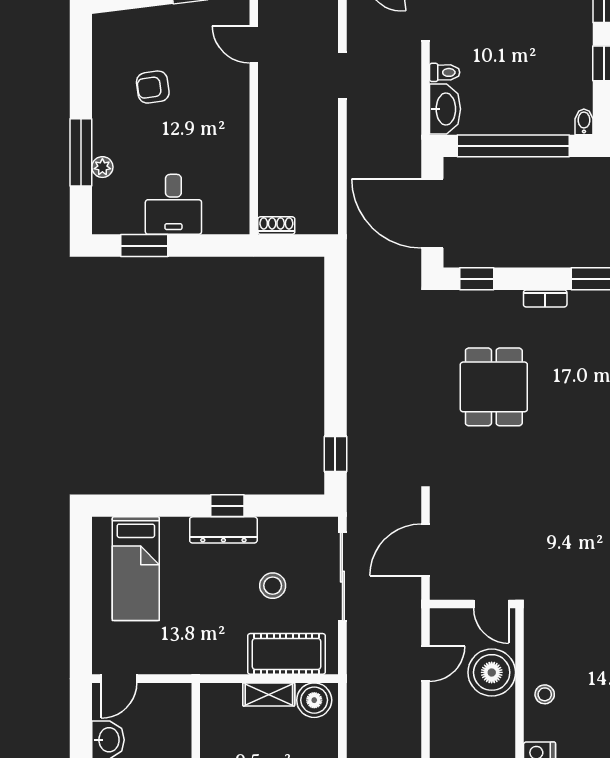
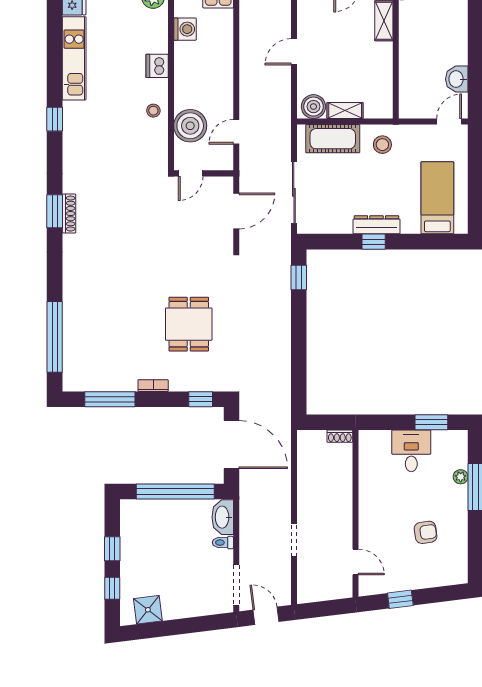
bidet: (584, 122) -> (126, 508), removed
stool: (273, 586) -> (382, 145), moved
door: (491, 604) -> (191, 173), swing flipped

